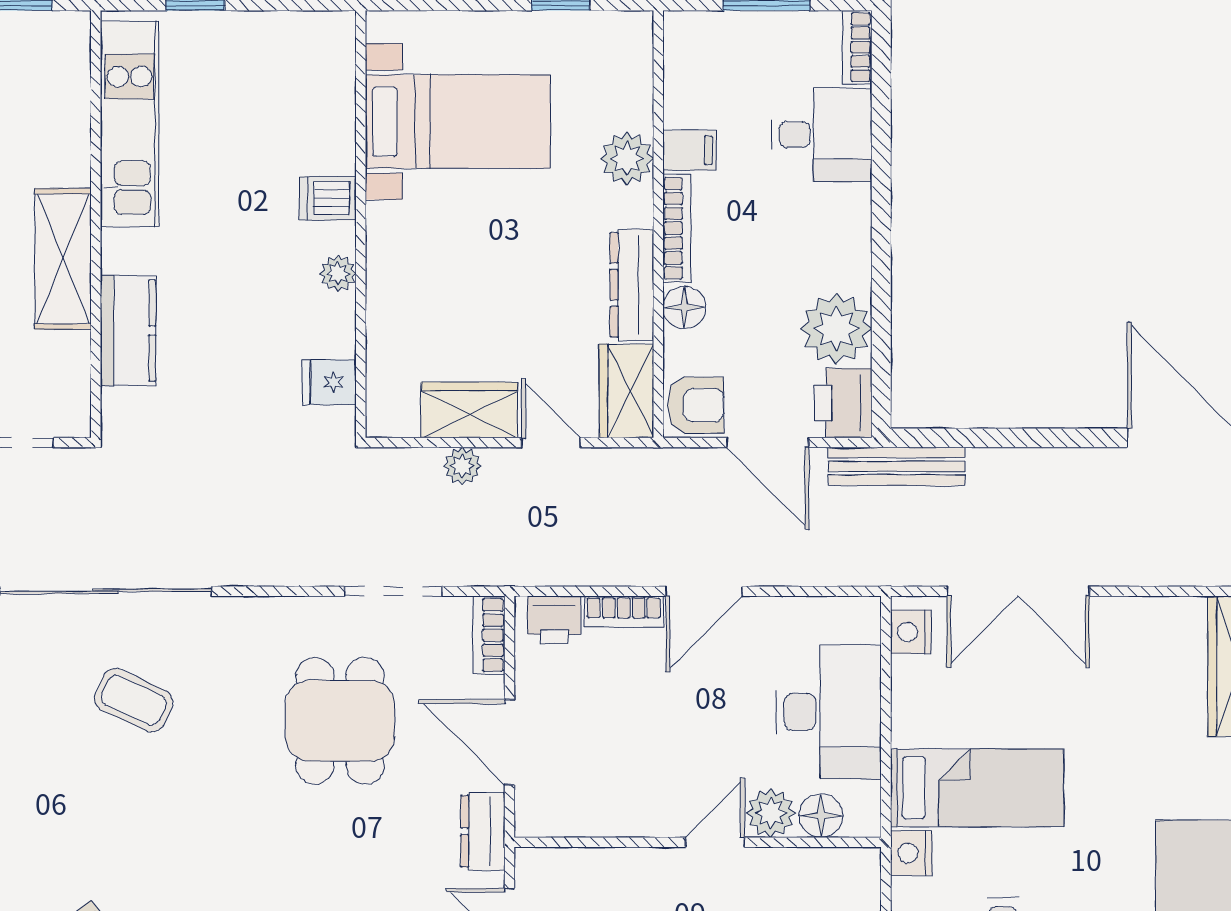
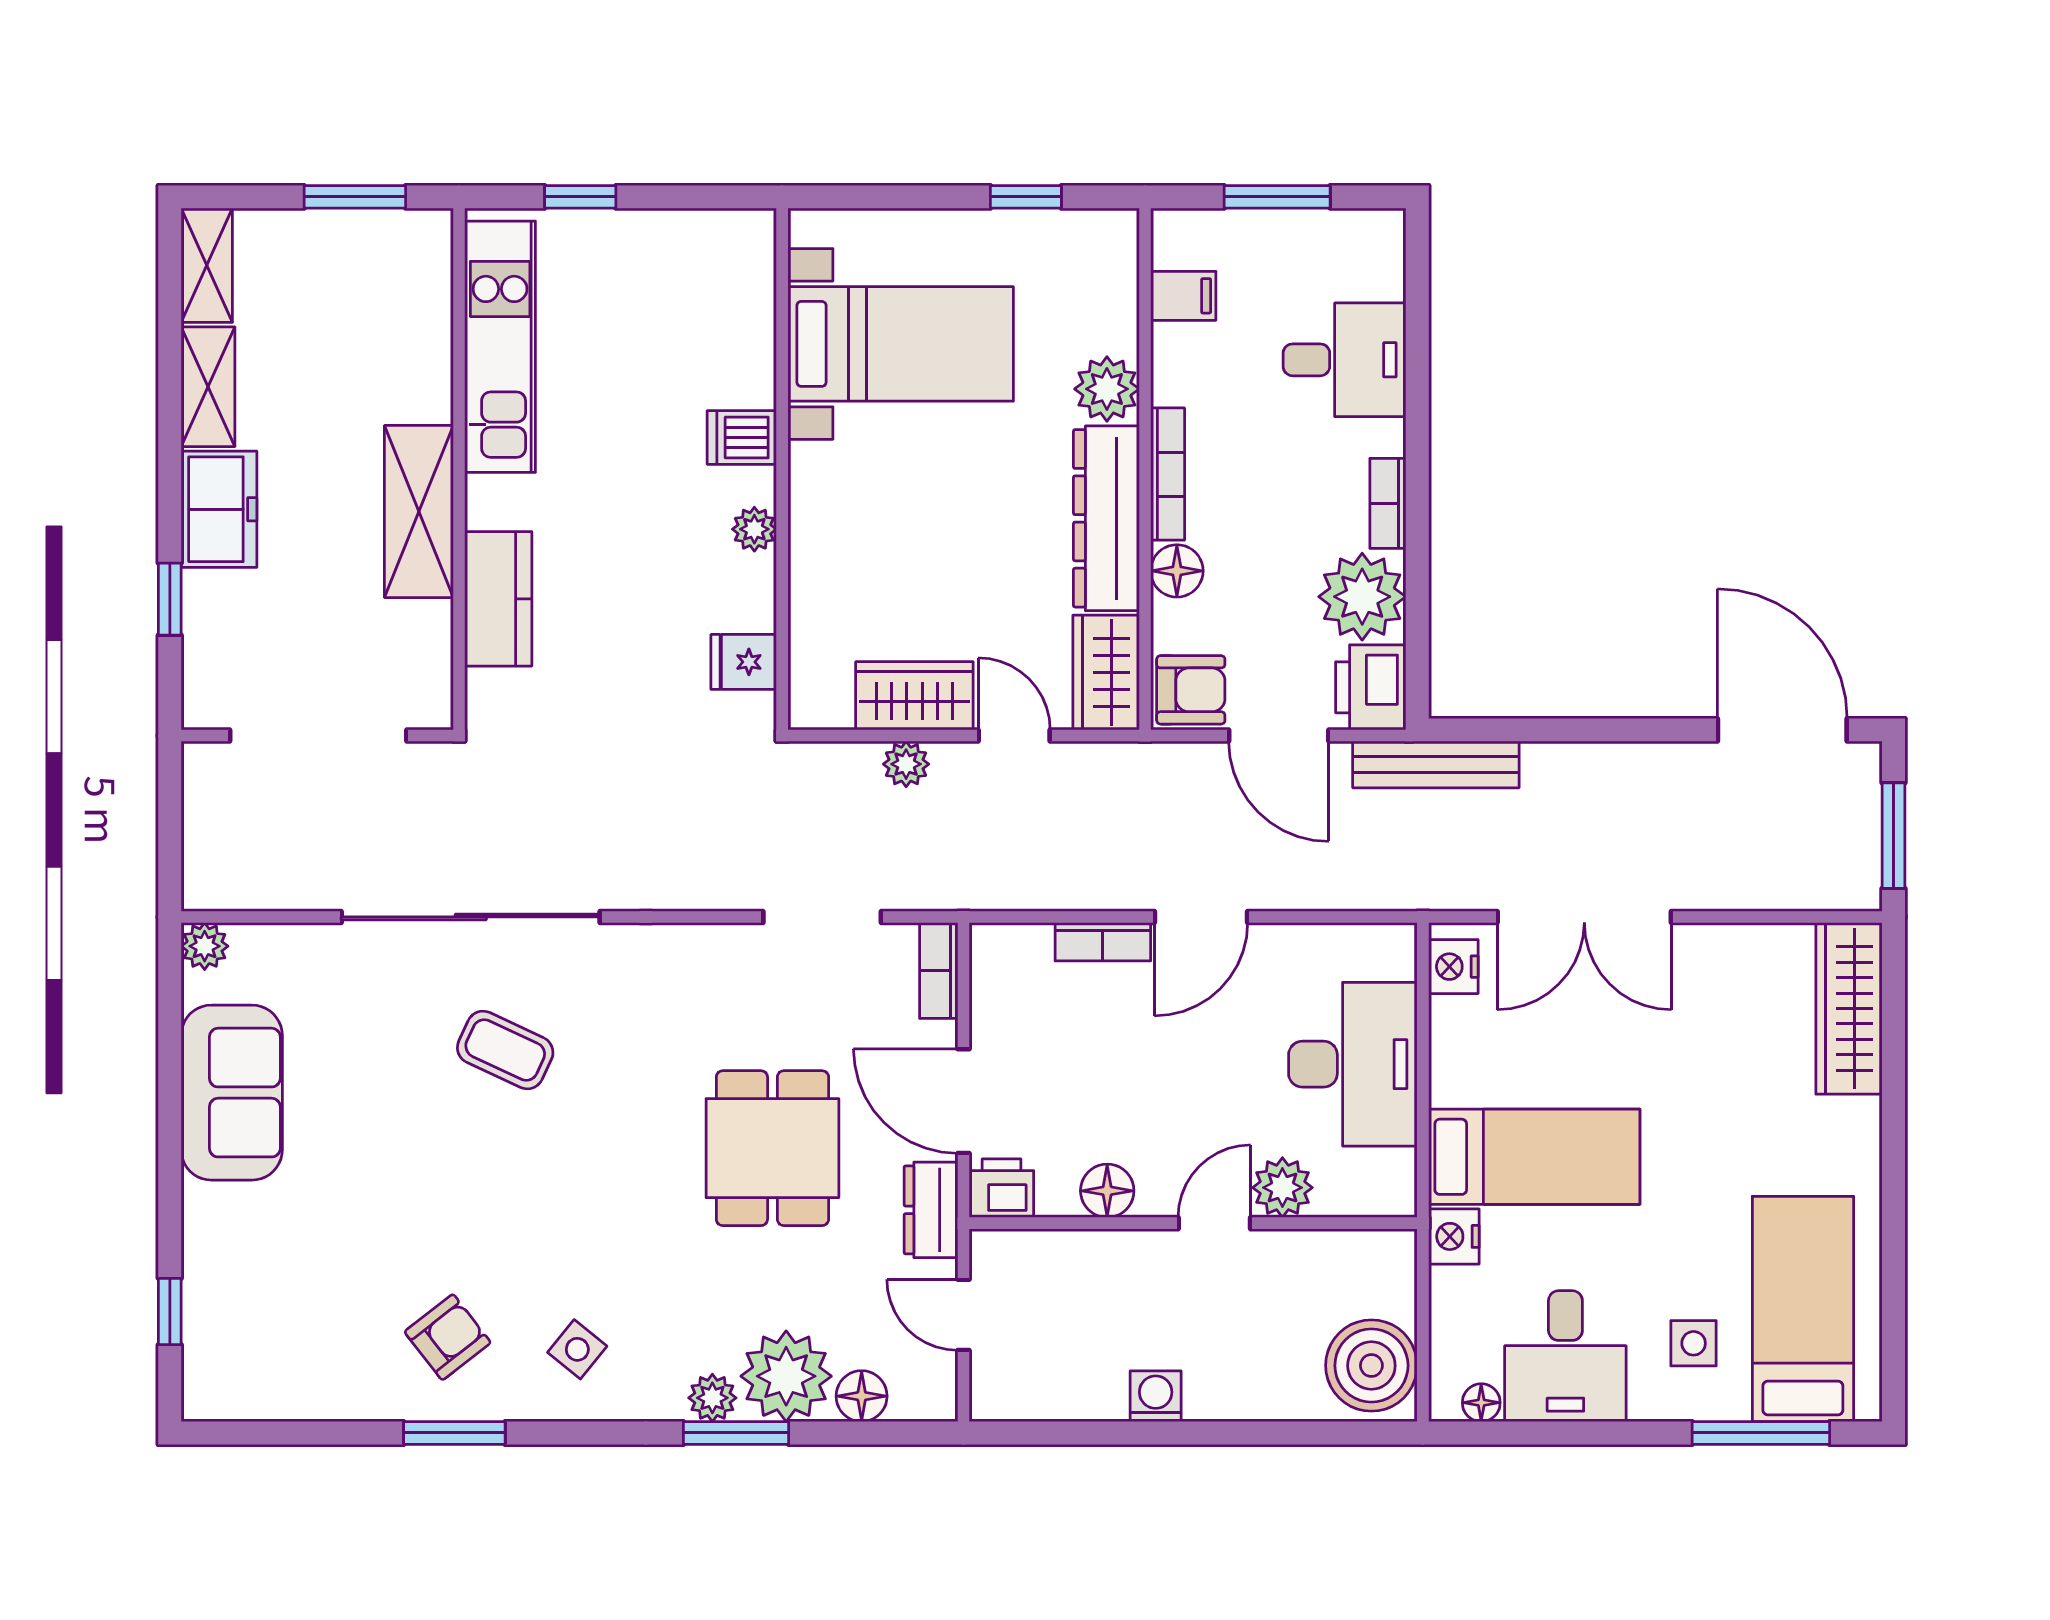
bookcase: (857, 47) -> (1388, 503), moved
filing cabinet: (690, 150) -> (1183, 296), moved
dresser: (632, 285) -> (1106, 518), width x1.37, depth x1.24
printer: (554, 620) -> (1001, 1188), moved, turned 180
dining table: (340, 721) -> (772, 1148), moved
floor lamp: (821, 816) -> (1107, 1191), moved

